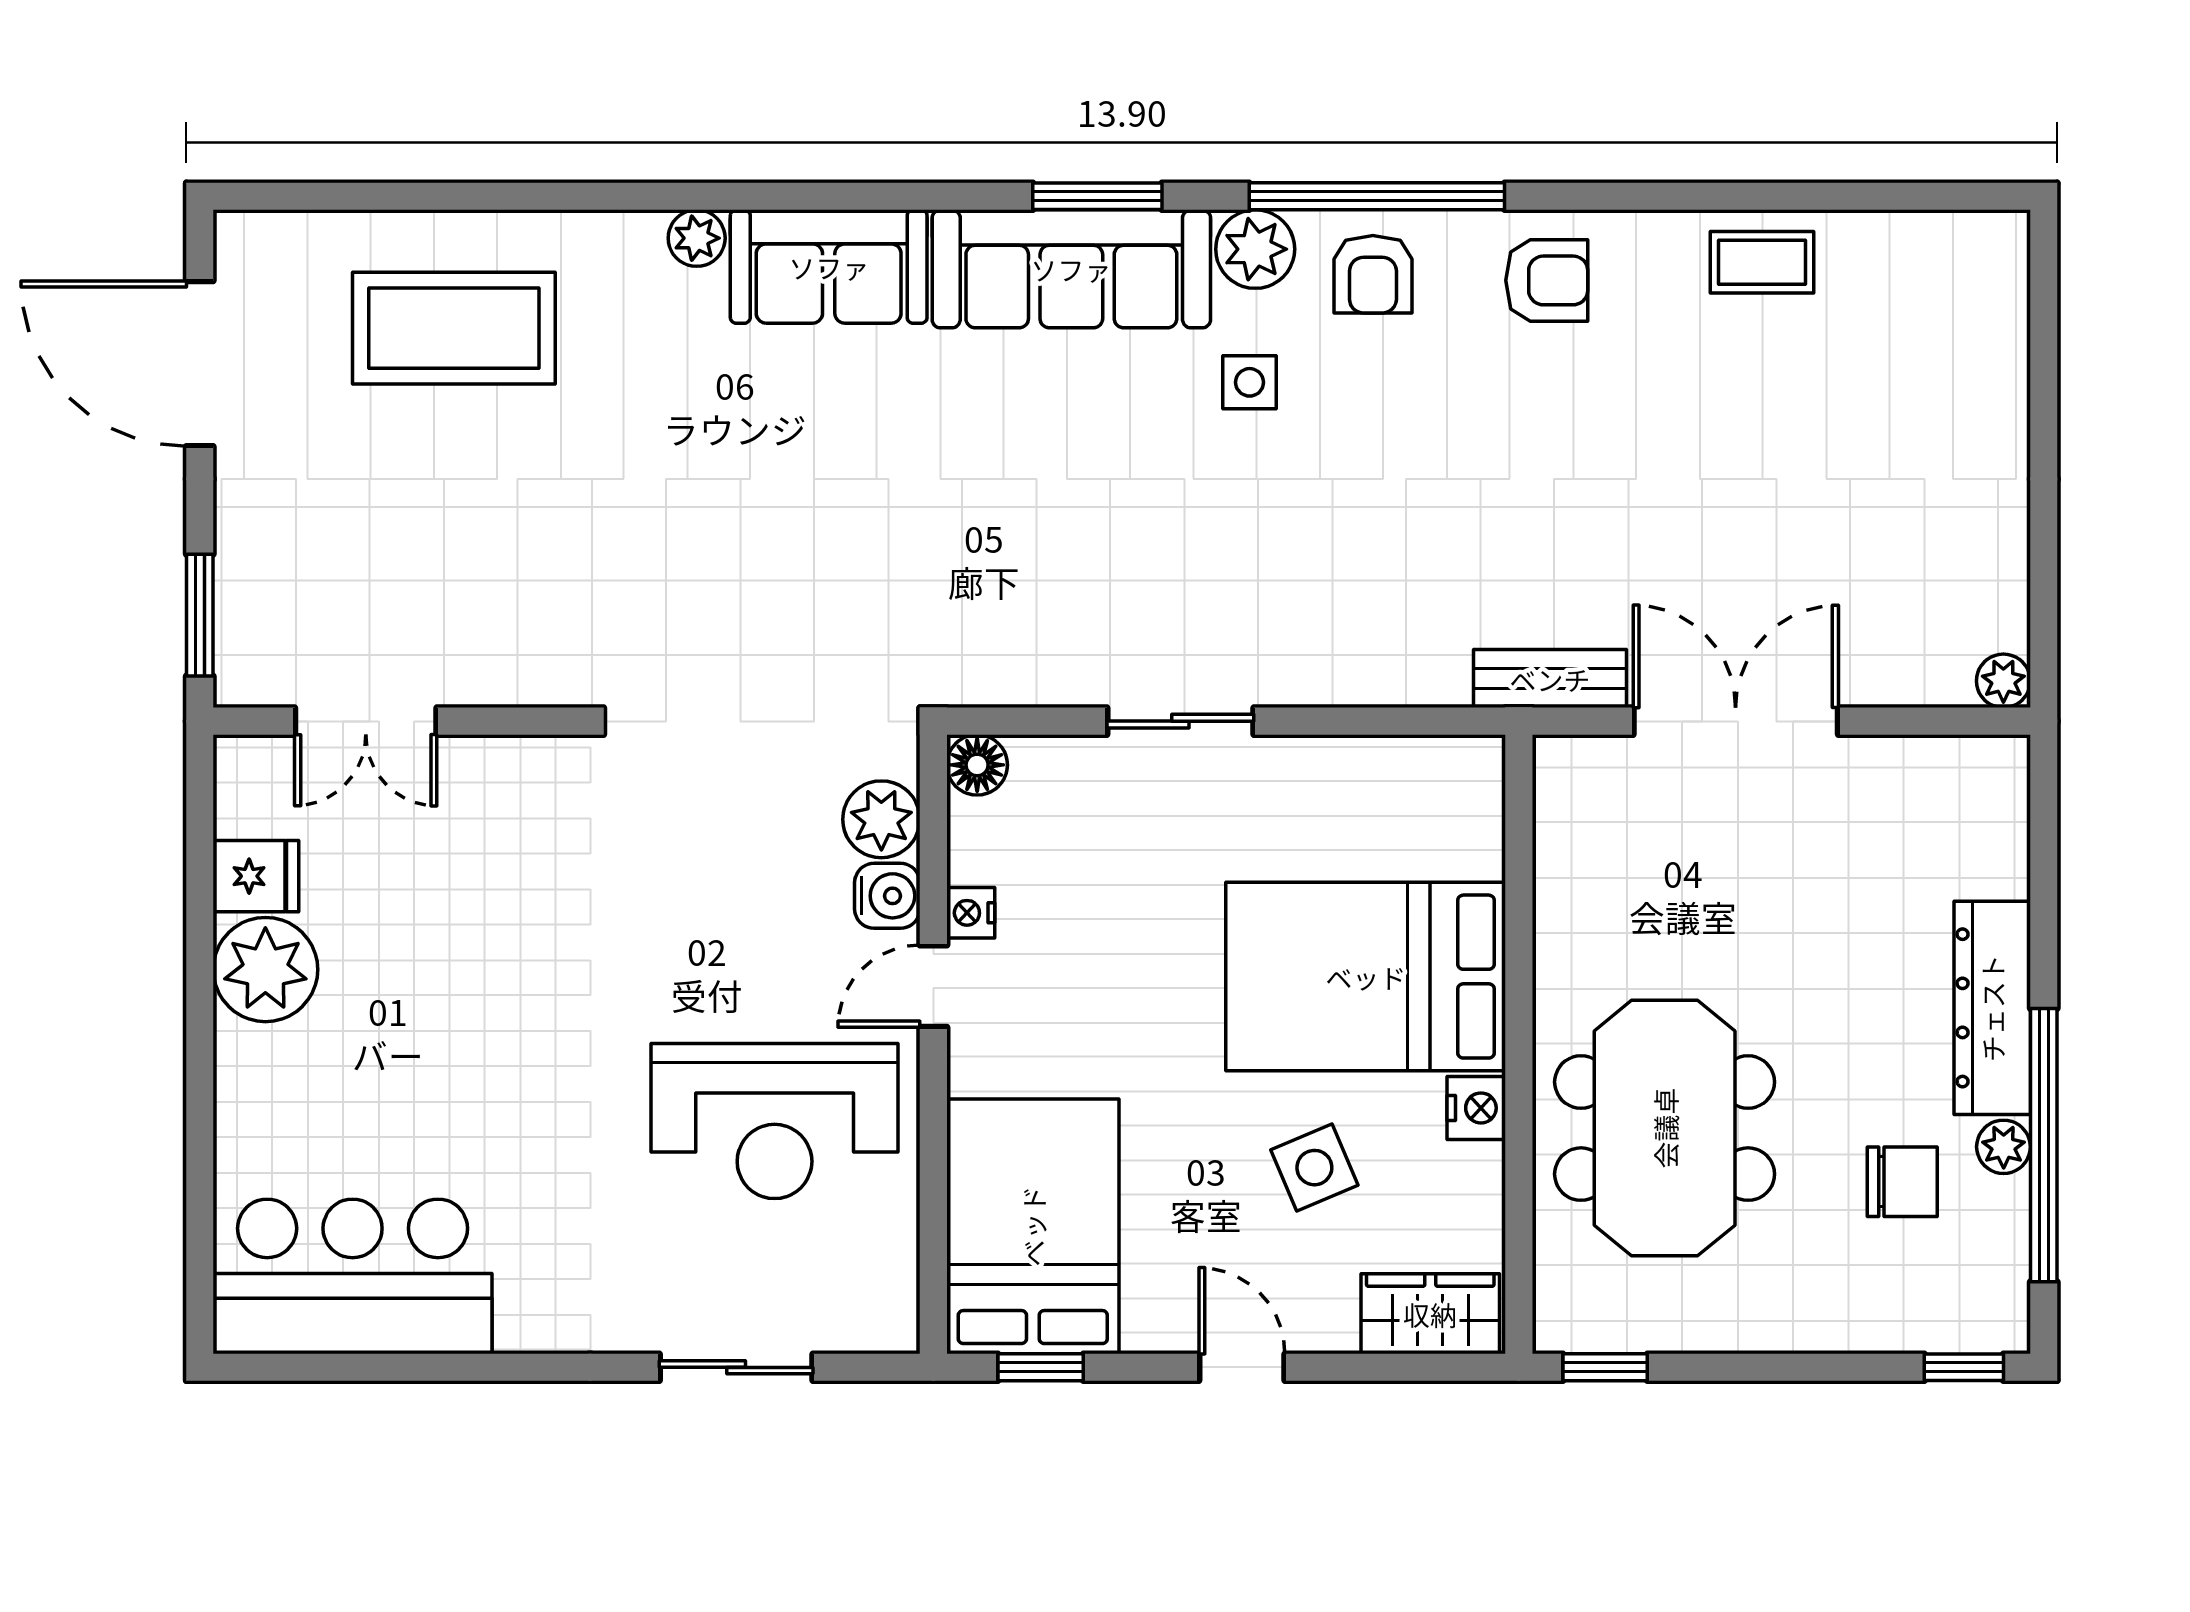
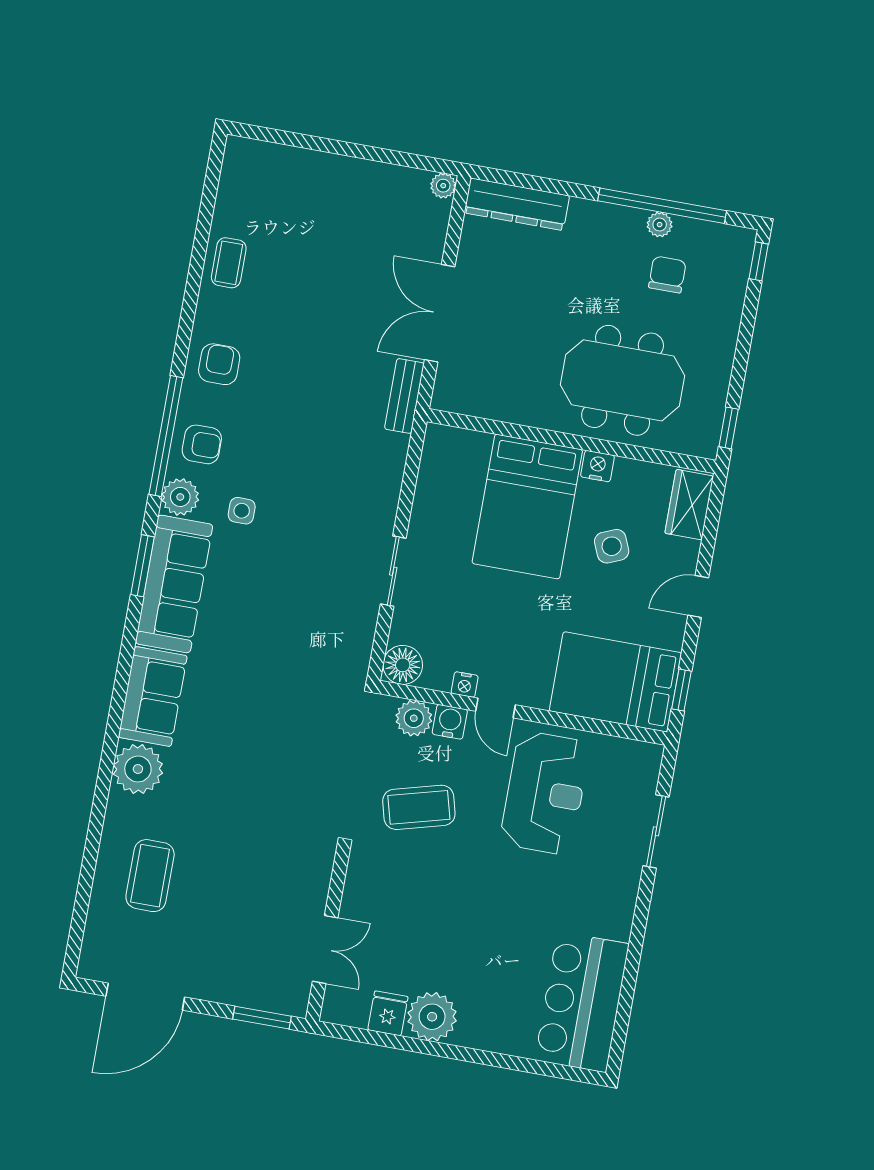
plant: (697, 238) -> (138, 769), width x1.87, depth x1.87
coffee table: (454, 328) -> (150, 876), width x0.73, depth x0.76
floor lamp: (977, 765) -> (403, 665), width x1.38, depth x1.38
coffee table: (697, 863) -> (419, 807), added
dresser: (1992, 1008) -> (517, 204), moved

